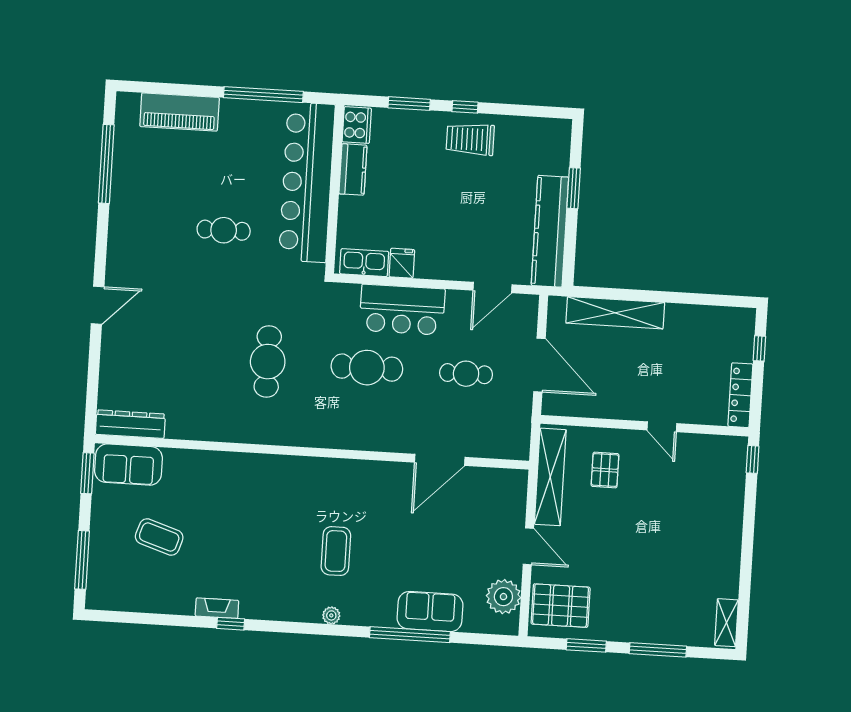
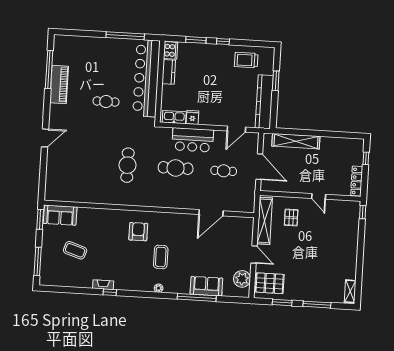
piano: (180, 112) -> (59, 84), moved, turned -90
trolley: (470, 139) -> (246, 60), moved
dresser: (130, 424) -> (61, 196), removed
armchair: (290, 499) -> (138, 232), added

